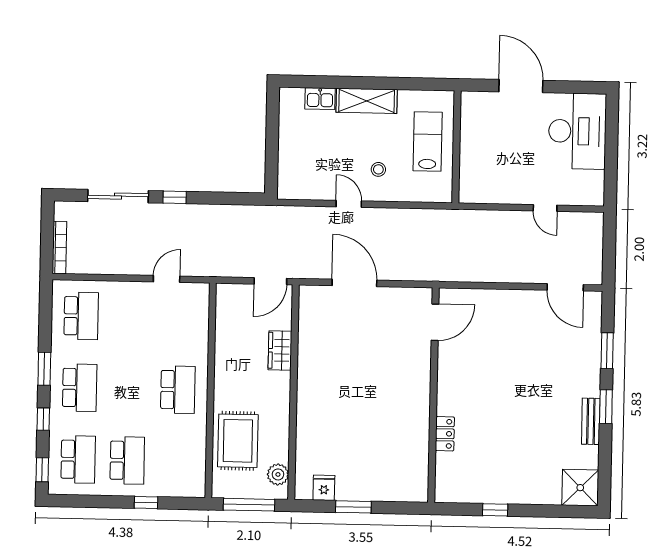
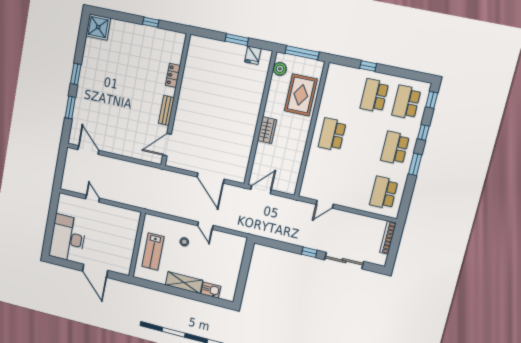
wardrobe: (280, 350) -> (267, 130), moved
bench: (591, 421) -> (166, 111), moved

